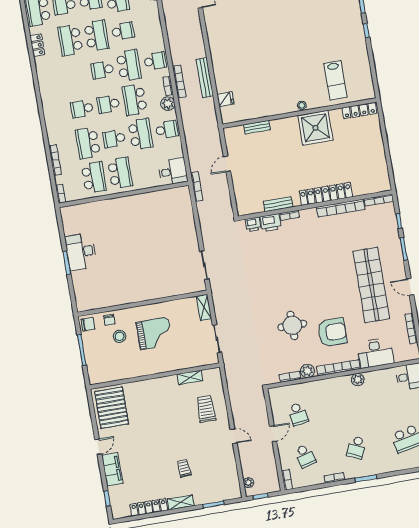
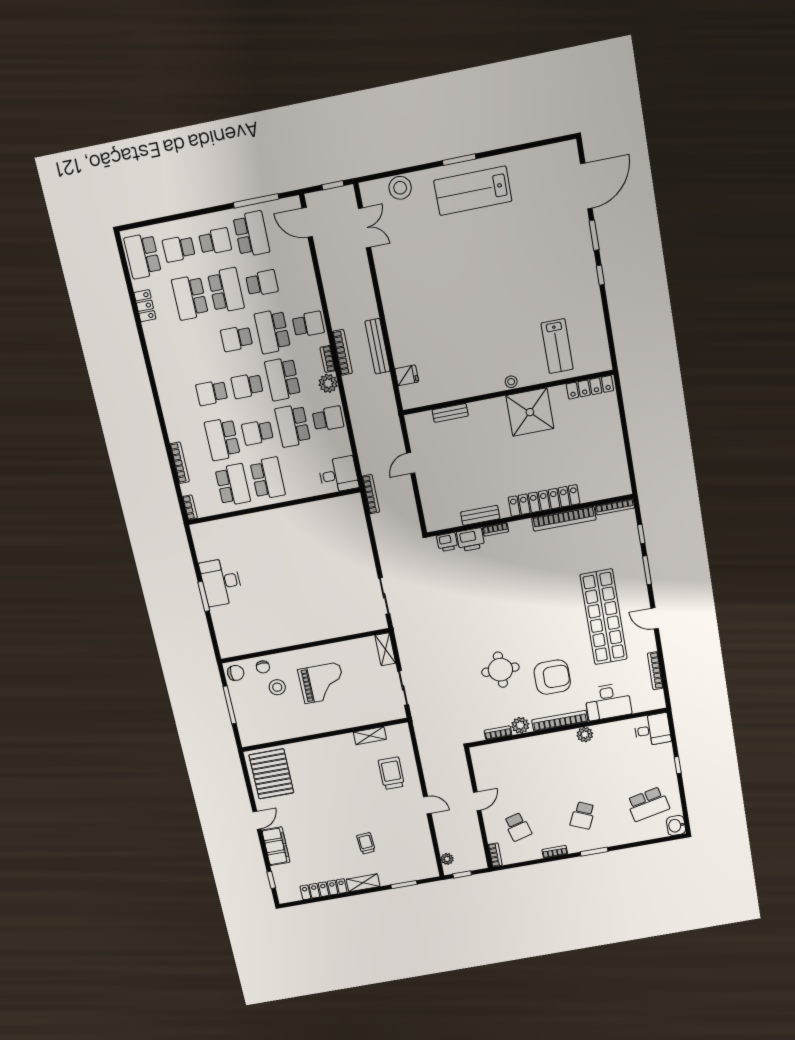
school desk: (129, 65) -> (272, 331), turned 180
school desk: (140, 134) -> (293, 426), turned 180
school desk: (298, 414) -> (508, 777), removed

